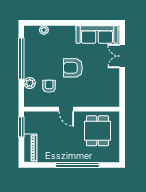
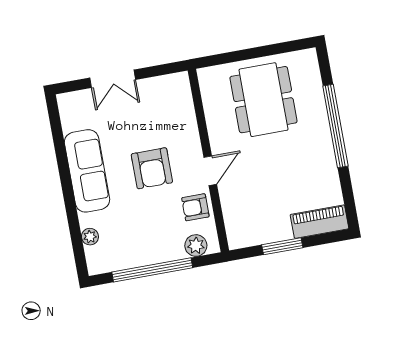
sofa: (97, 35) -> (87, 171), moved
door: (66, 109) -> (210, 171), moved
wall: (72, 109) -> (208, 160), moved
dining table: (98, 131) -> (263, 100), width x1.37

